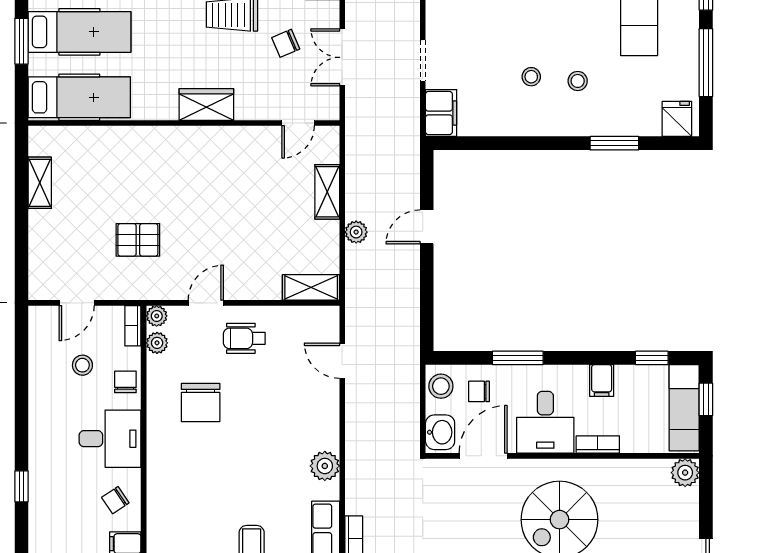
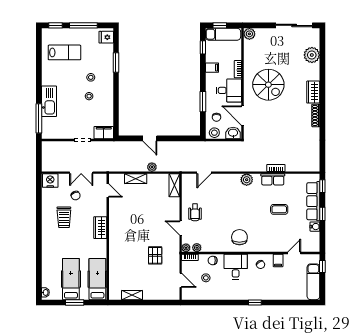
chair: (201, 402) -> (239, 237), moved, turned -90

